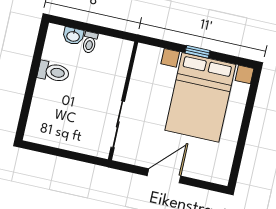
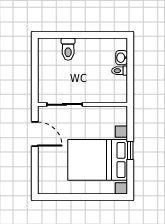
toilet: (53, 72) -> (68, 49), moved
door: (164, 176) -> (35, 134), moved

